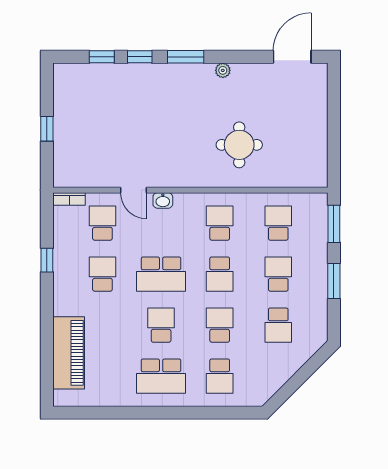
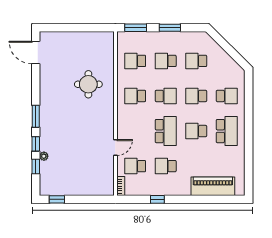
plant: (223, 70) -> (44, 156), moved
window: (47, 129) -> (57, 199), moved
washbasin: (163, 200) -> (122, 130), removed
school desk: (278, 325) -> (196, 61), turned 180

